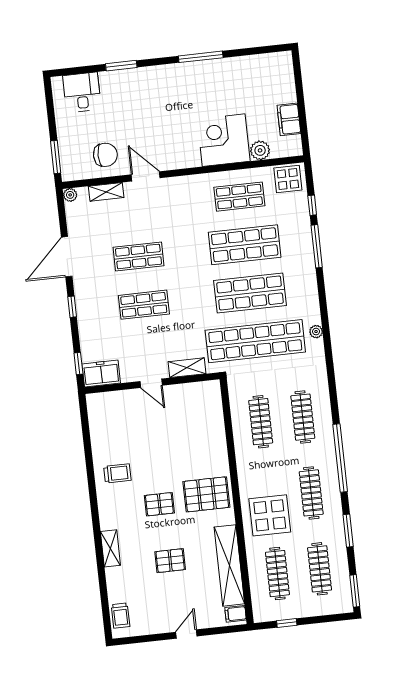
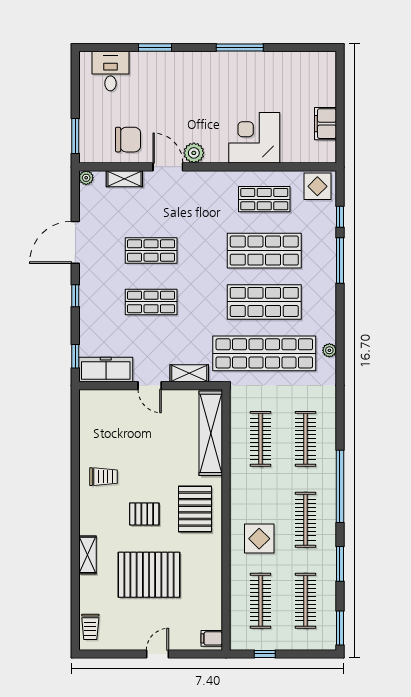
plant: (260, 150) -> (194, 153), moved
freezer: (101, 373) -> (106, 369), width x1.40
pallet: (206, 494) -> (195, 509), turned 90
display table: (270, 515) -> (259, 539), width x0.73, depth x0.73
pallet: (170, 561) -> (149, 575), width x2.05, depth x2.00
shelving: (229, 565) -> (211, 433), moved

